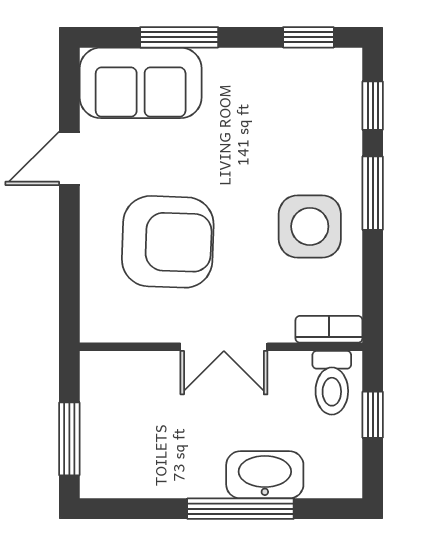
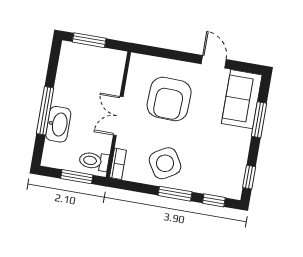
side table: (310, 226) -> (165, 163), turned -31
window: (373, 415) -> (77, 177), width x1.50

